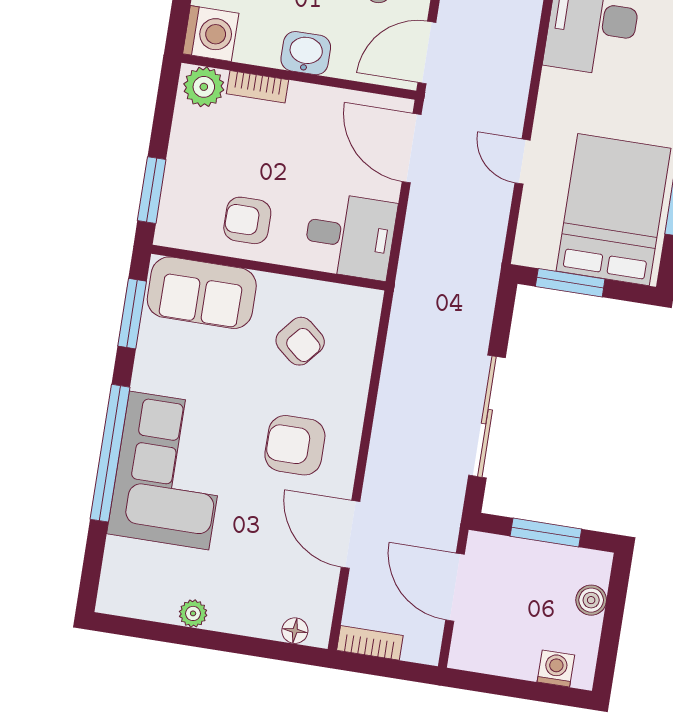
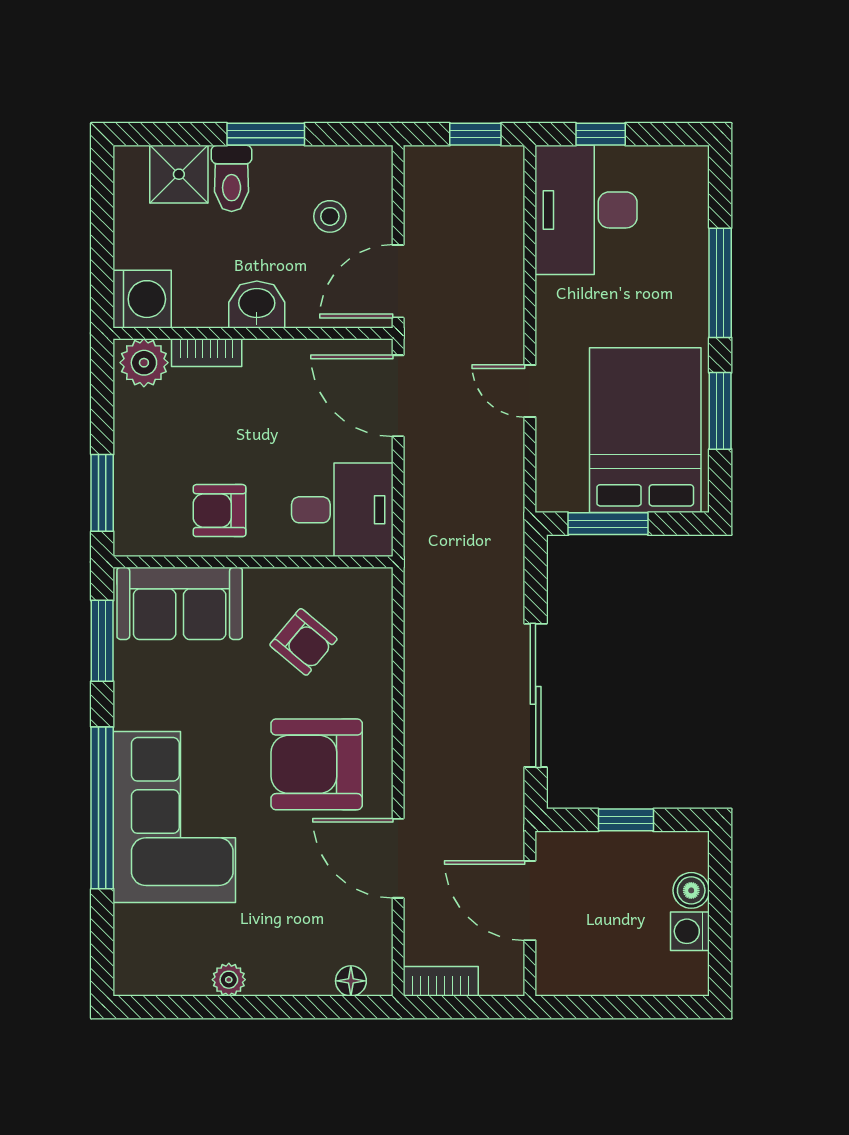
armchair: (295, 445) -> (317, 764), width x1.36, depth x1.36
window: (546, 533) -> (626, 820), width x0.67
washing machine: (556, 669) -> (690, 931), moved, turned -90

